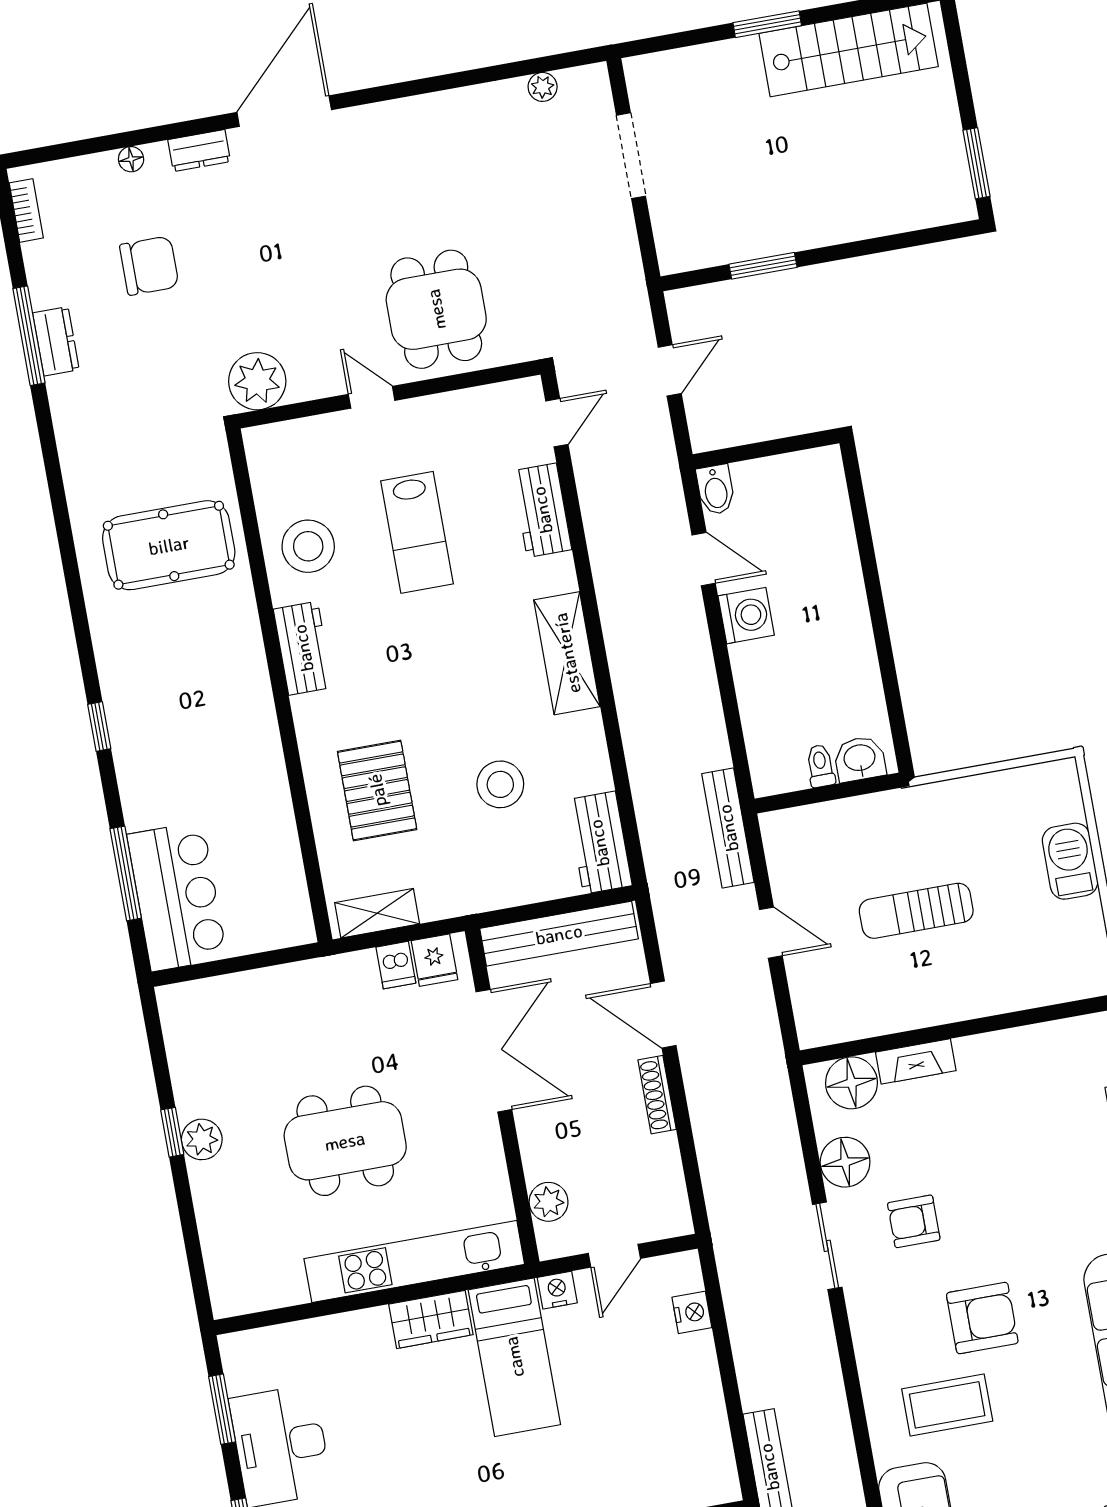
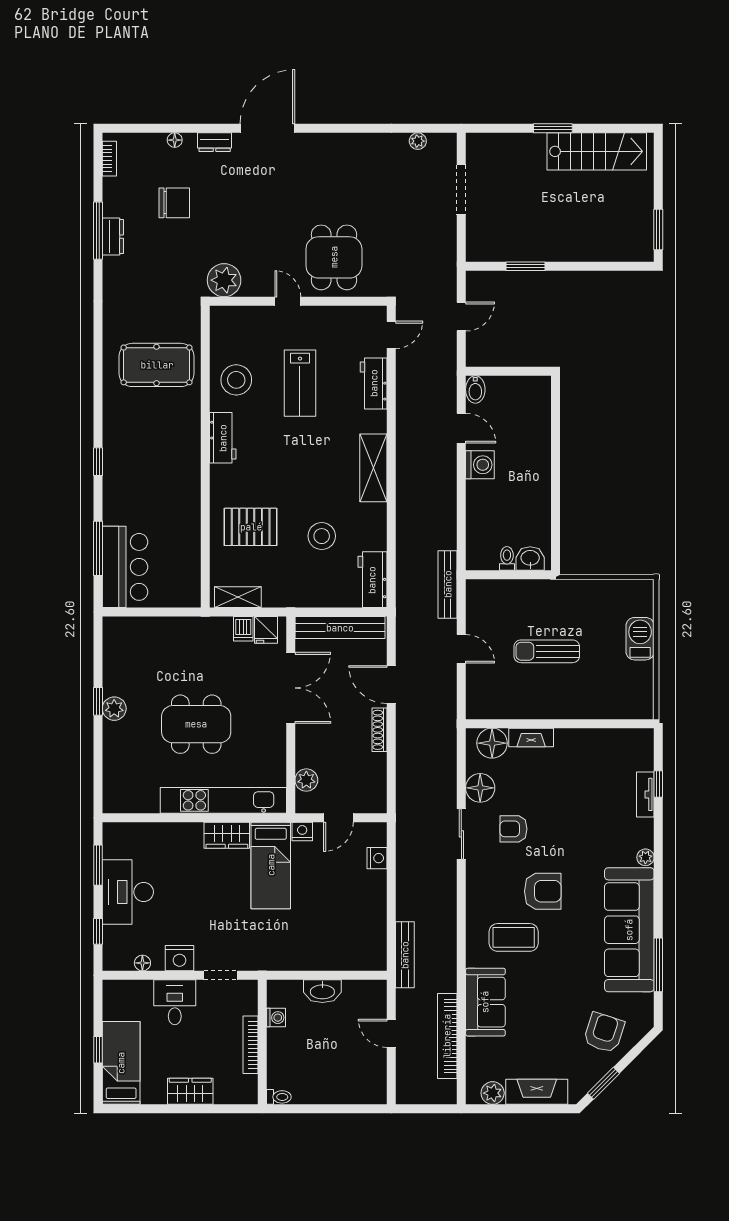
pallet: (377, 790) -> (251, 527), turned 90

